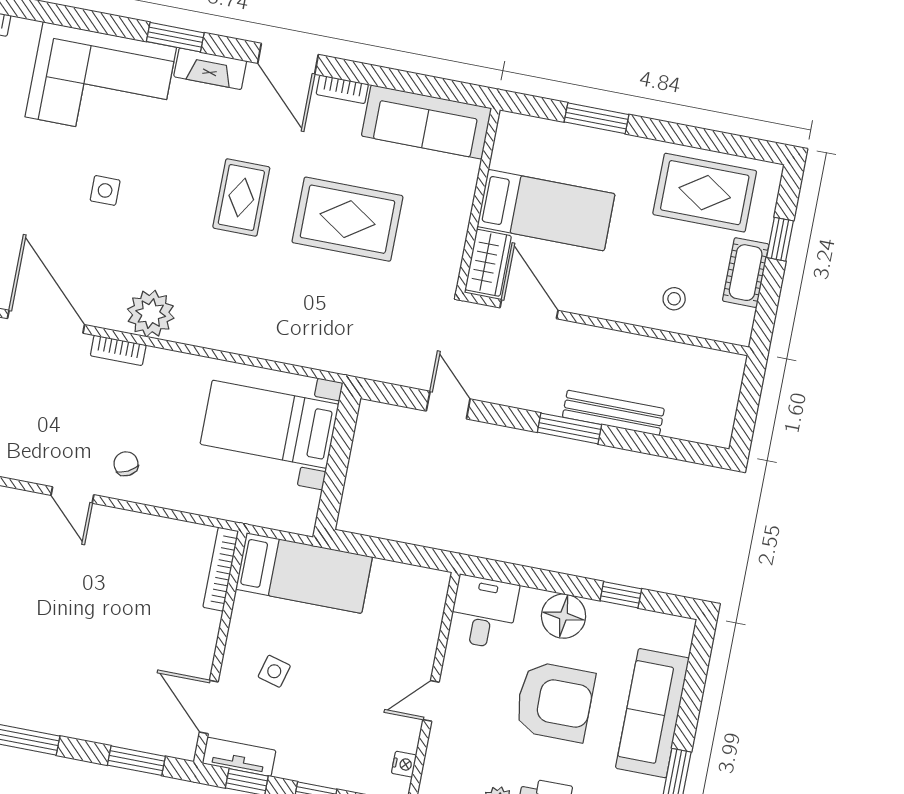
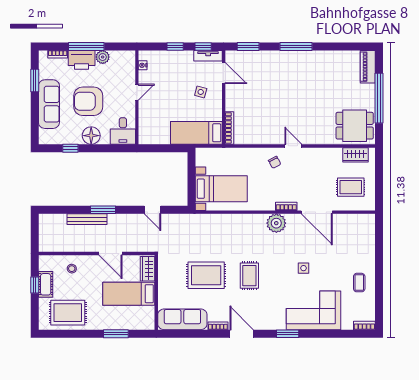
fireplace: (210, 69) -> (271, 324), removed
window: (780, 239) -> (35, 285), moved
door: (529, 309) -> (111, 254), moved

